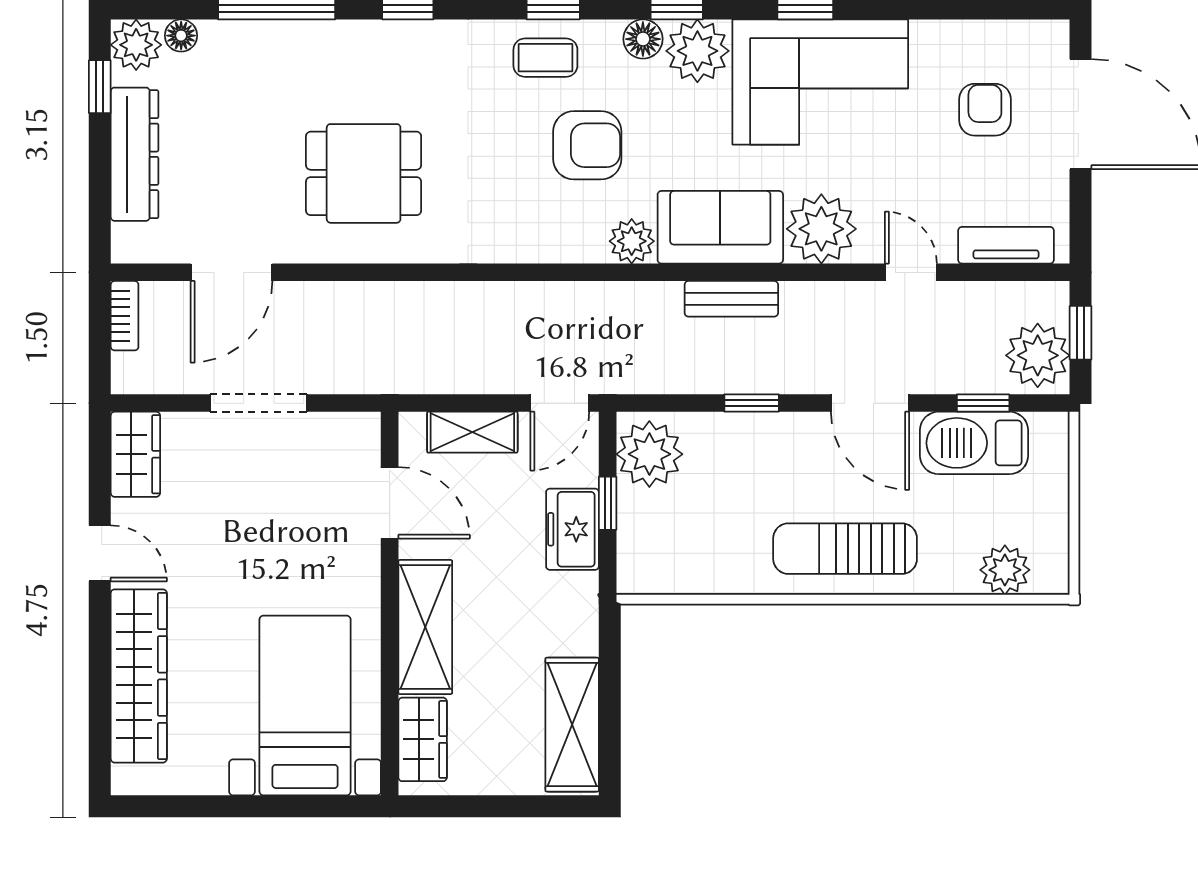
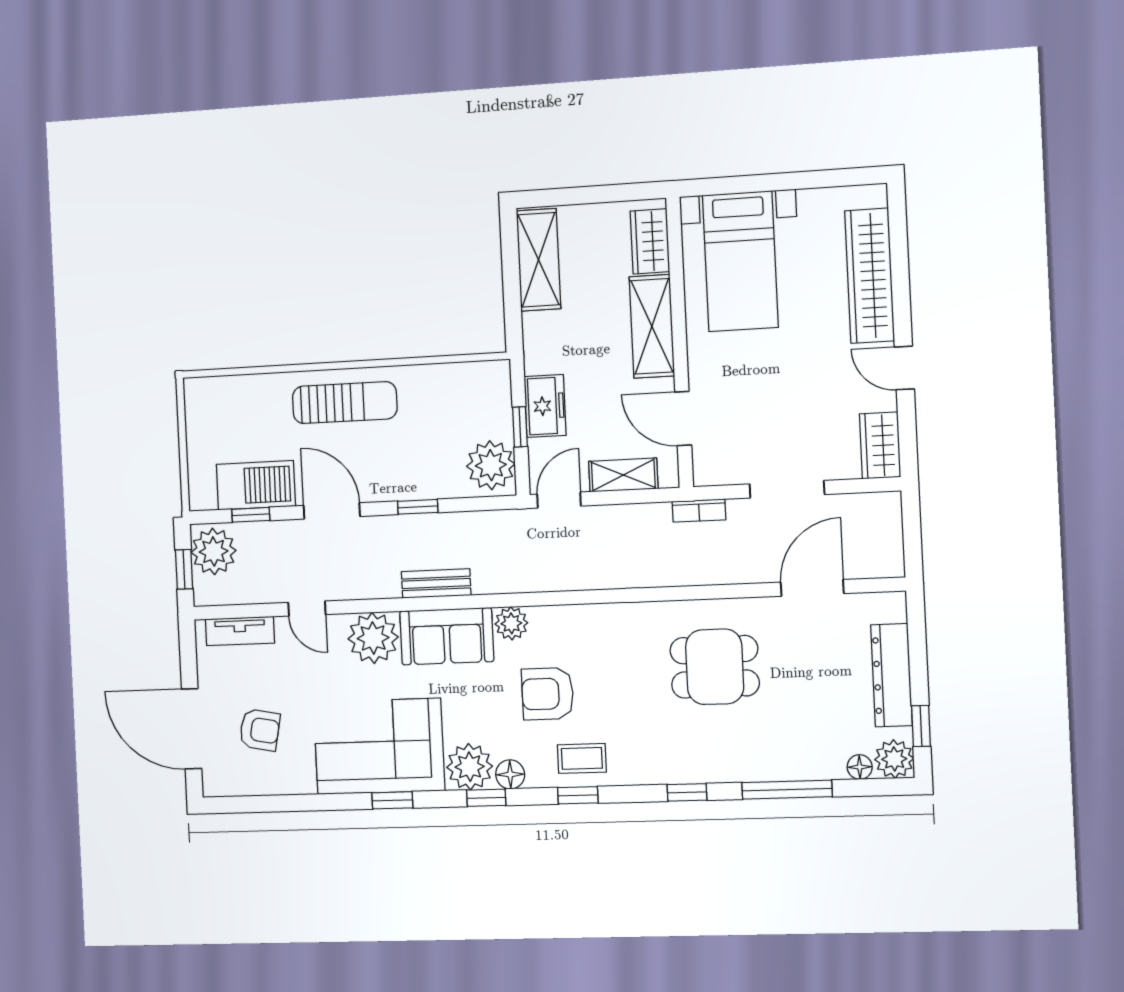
armchair: (985, 110) -> (260, 730), turned -79
bookcase: (125, 316) -> (699, 511), moved, turned -90
plant: (1005, 570) -> (229, 393), removed

